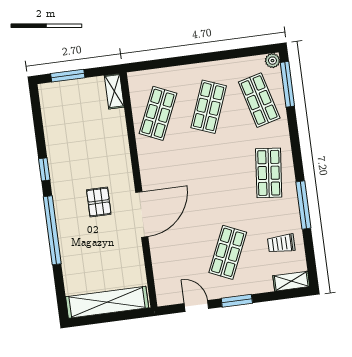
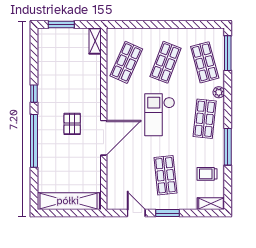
plant: (272, 61) -> (219, 92), moved
checkout: (210, 175) -> (160, 115), added
shop shelf: (228, 252) -> (165, 175), turned -30

